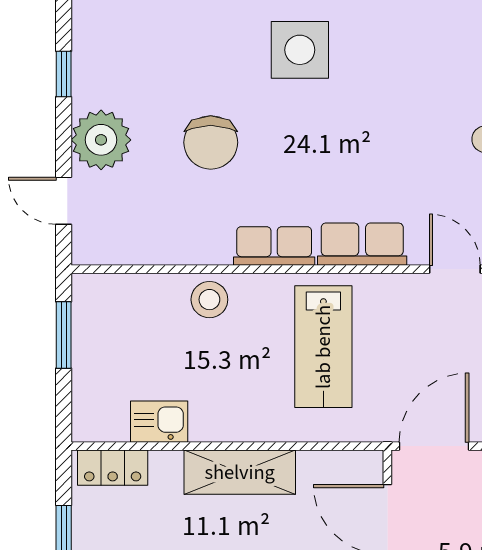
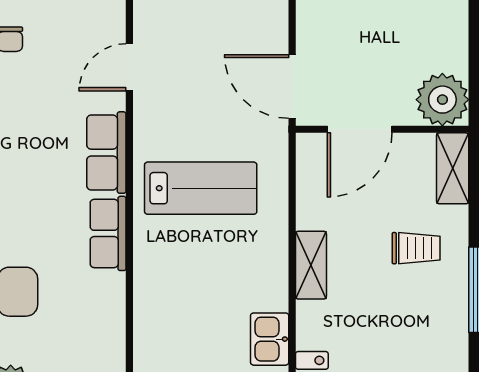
stool: (209, 300) -> (157, 293), removed
shelving: (240, 472) -> (311, 265), width x0.67, depth x0.75

